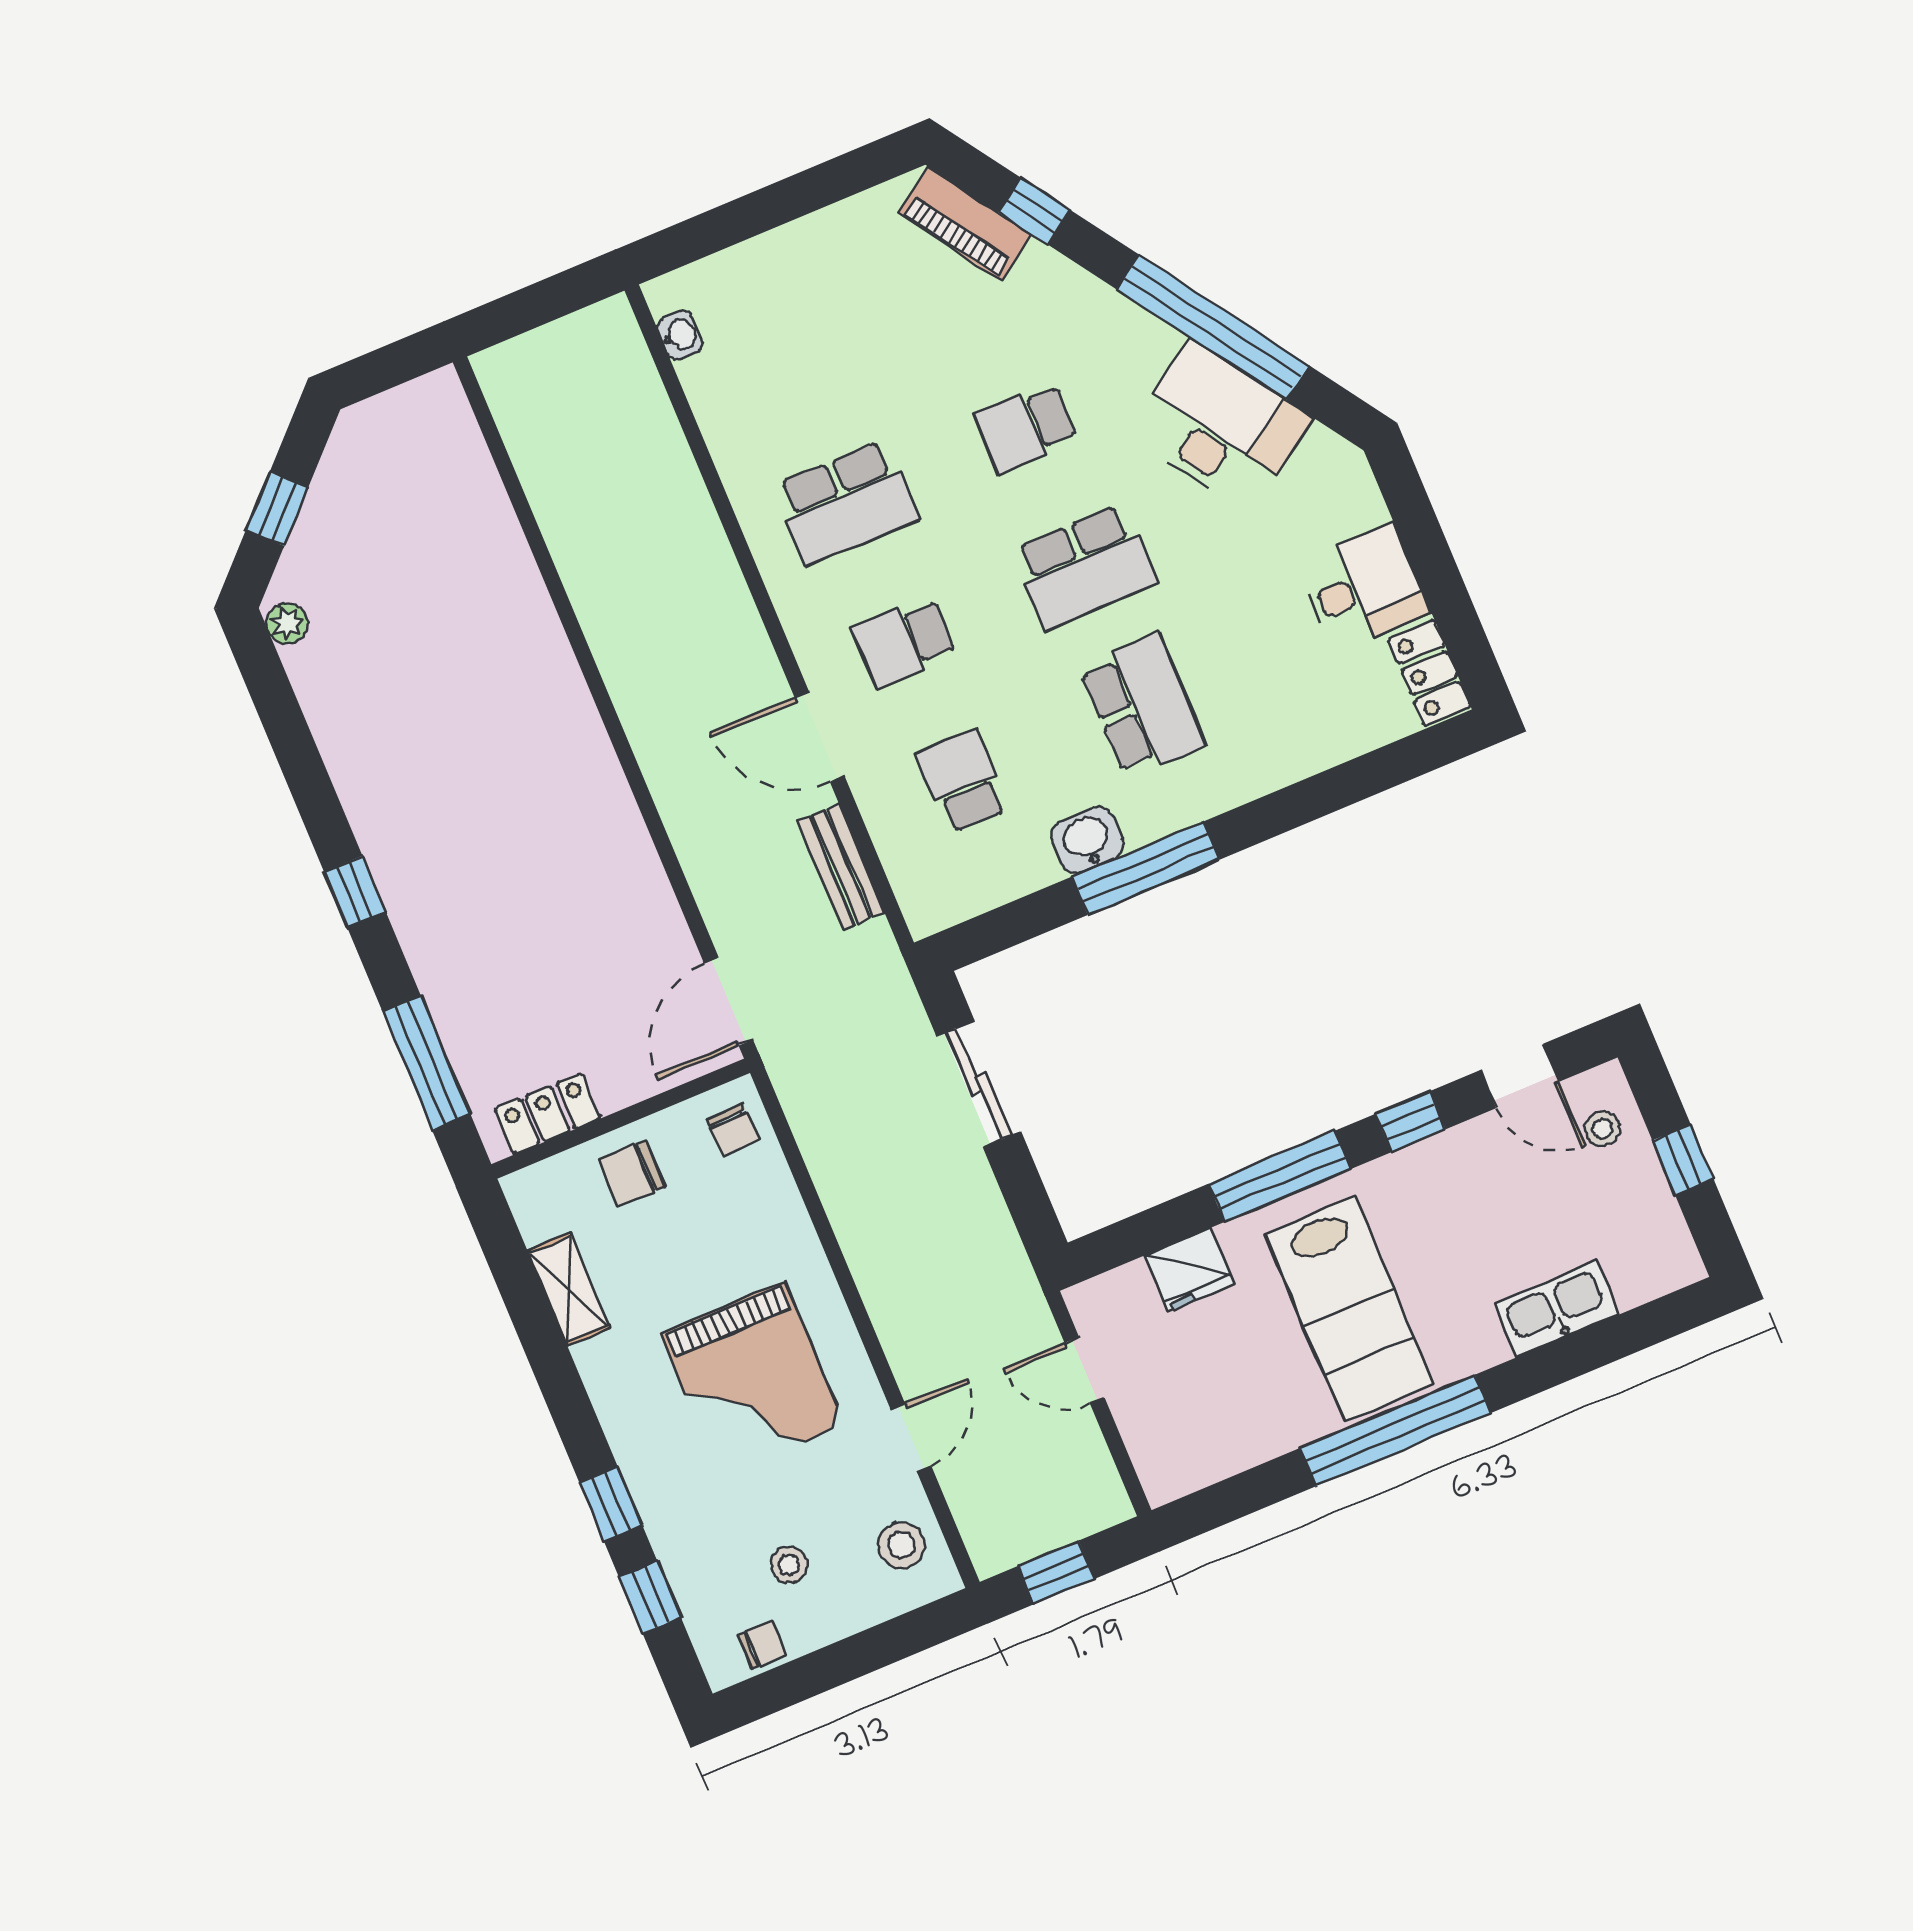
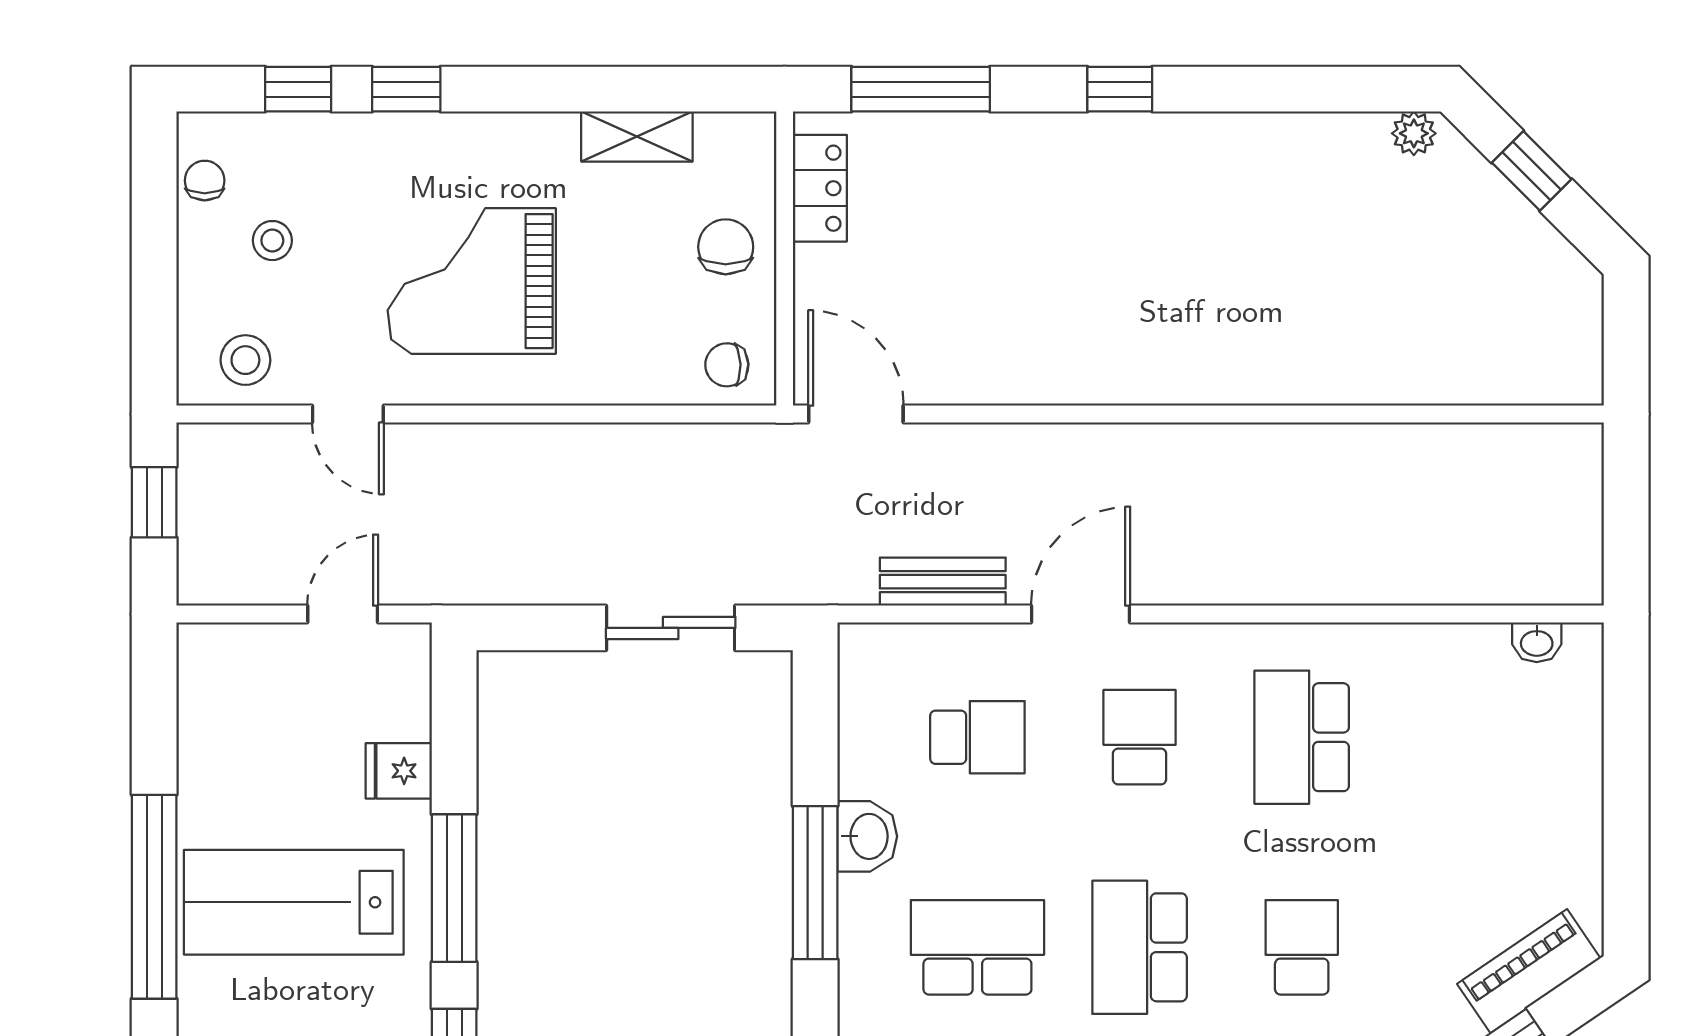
school desk: (1143, 706) -> (977, 947), turned 180
fridge: (1190, 1270) -> (399, 771), width x0.72
chair: (762, 1645) -> (205, 181), turned 180

